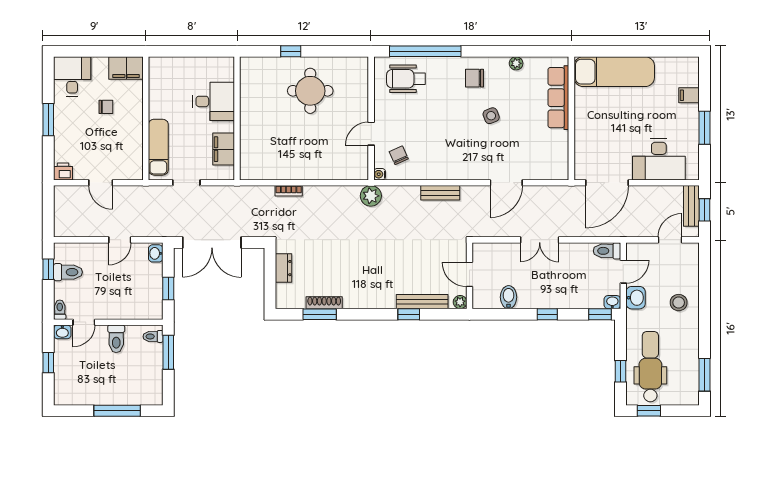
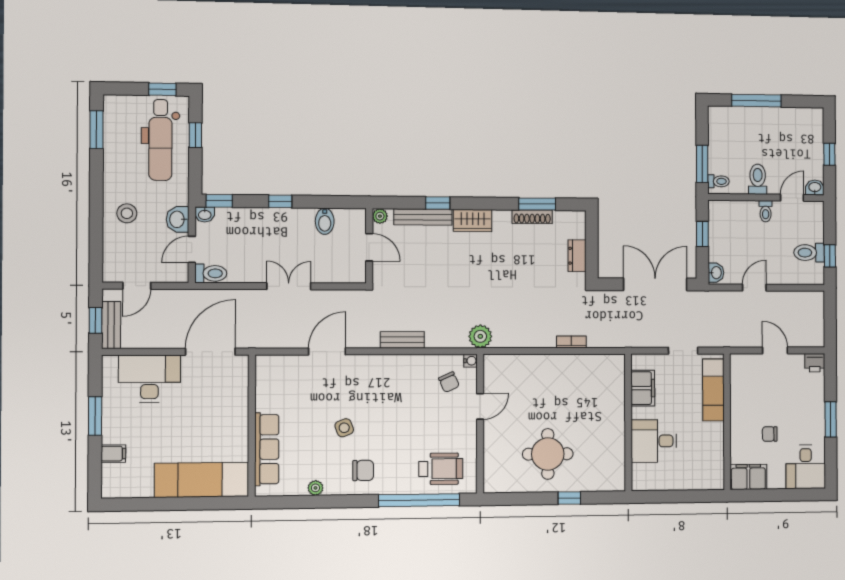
wardrobe: (378, 299) -> (473, 221), added
toilet: (60, 310) -> (766, 211), moved

